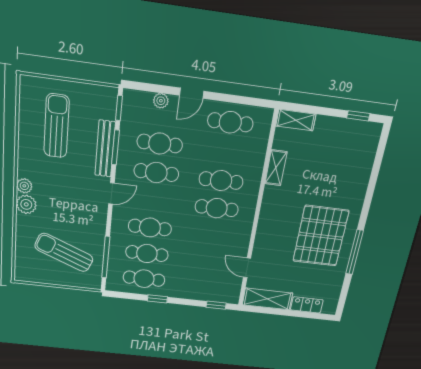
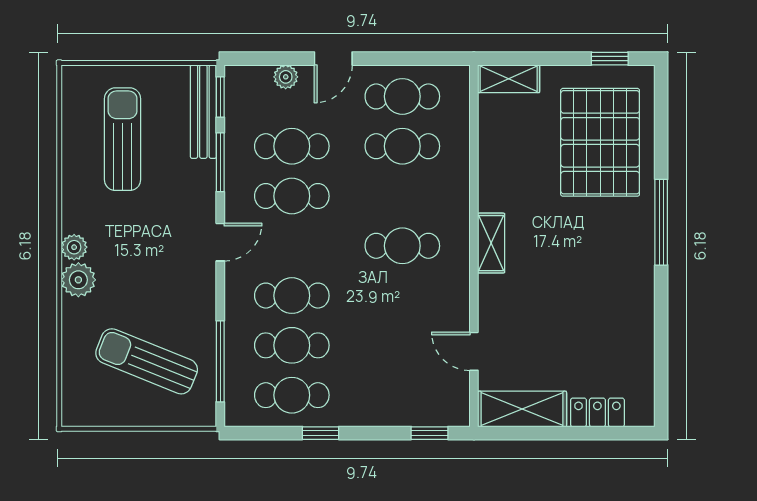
bench: (105, 149) -> (203, 112), moved
shelving: (276, 168) -> (491, 243), moved
cafe table: (221, 181) -> (402, 146), moved
pallet: (321, 236) -> (600, 142), moved
window: (354, 252) -> (661, 222), moved

